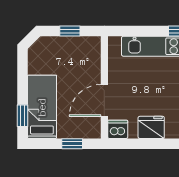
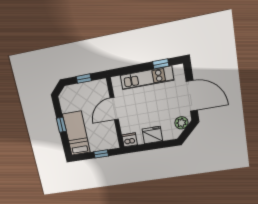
door: (104, 100) -> (114, 109), moved
window: (23, 116) -> (61, 125), moved

